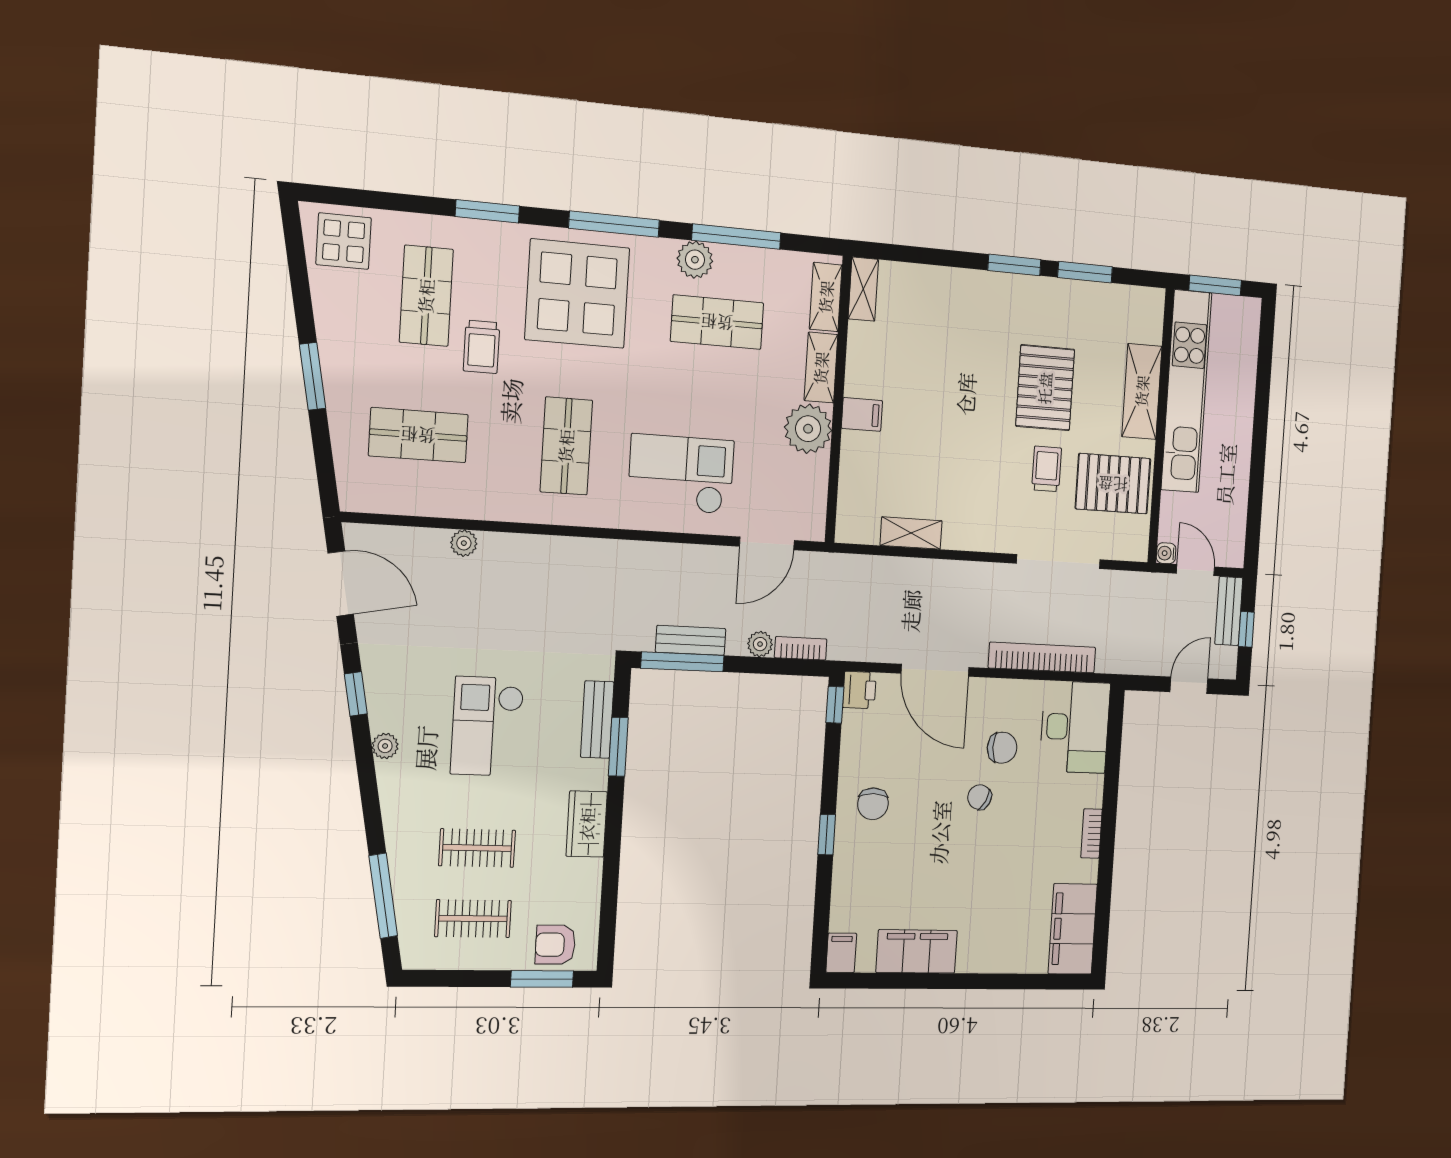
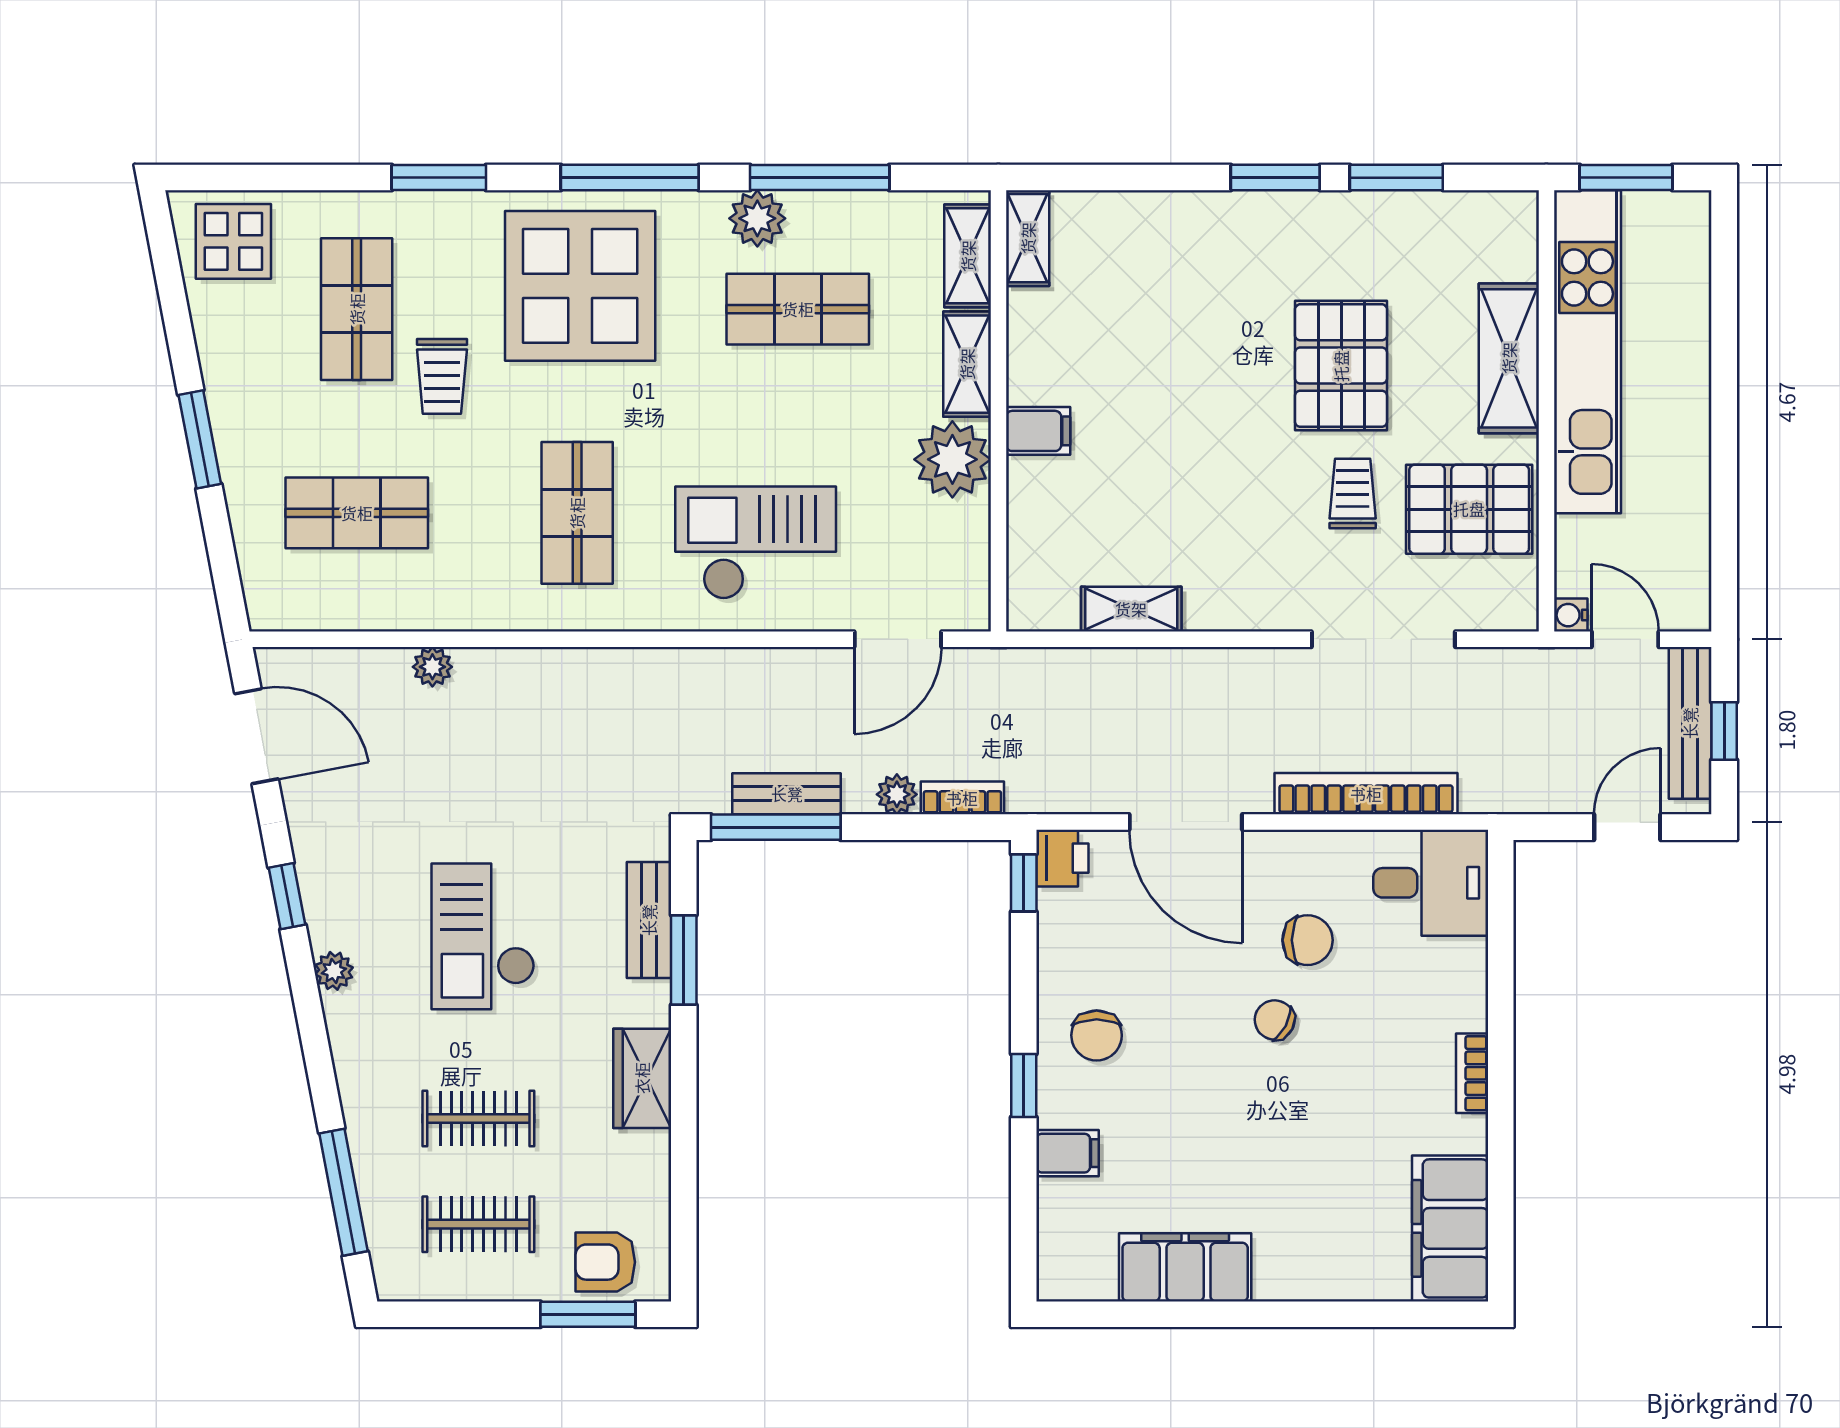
bench: (1229, 611) -> (1690, 723), width x1.36
desk: (1075, 727) -> (1431, 883), width x0.73
filing cabinet: (841, 953) -> (1068, 1153), moved, turned 90

